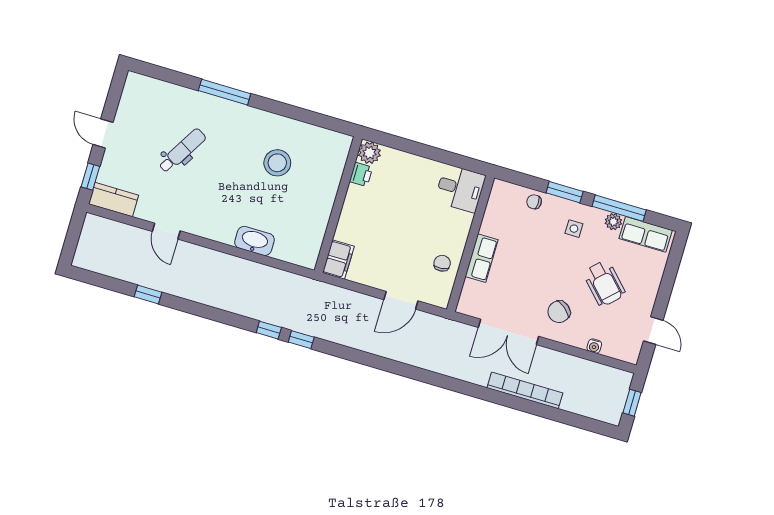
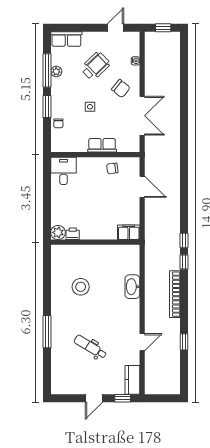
side table: (574, 229) -> (90, 107), moved
row of seats: (646, 234) -> (66, 39), moved, turned 90
bookcase: (525, 390) -> (175, 294), moved

